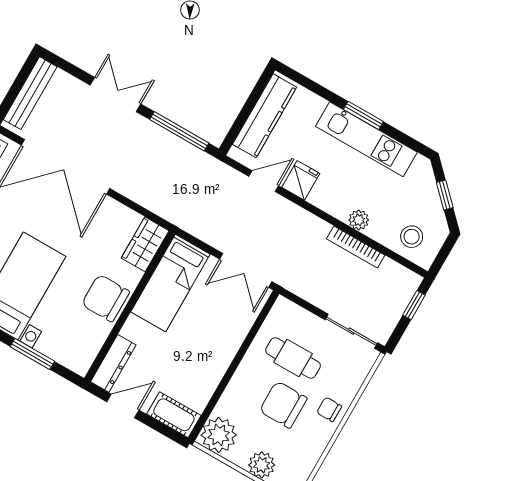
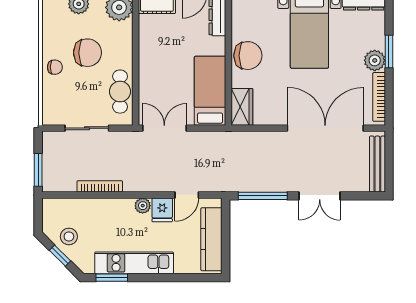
window: (363, 115) -> (112, 278), moved
plant: (359, 220) -> (143, 206), moved
stool: (412, 237) -> (69, 236), moved
window: (414, 305) -> (38, 170), width x1.50
sliding door: (351, 331) -> (87, 128), moved
cafe table: (293, 358) -> (120, 92), moved, turned 90

